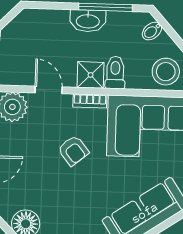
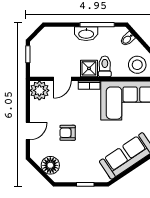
door: (49, 90) -> (62, 79), swing flipped
armchair: (73, 151) -> (68, 133), moved, turned 129

